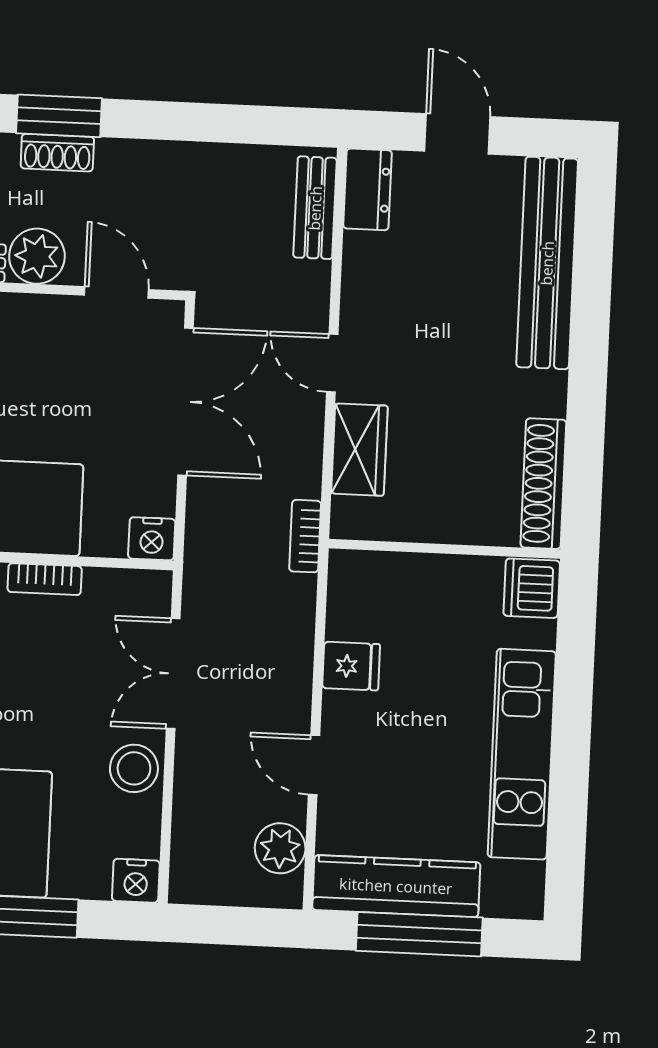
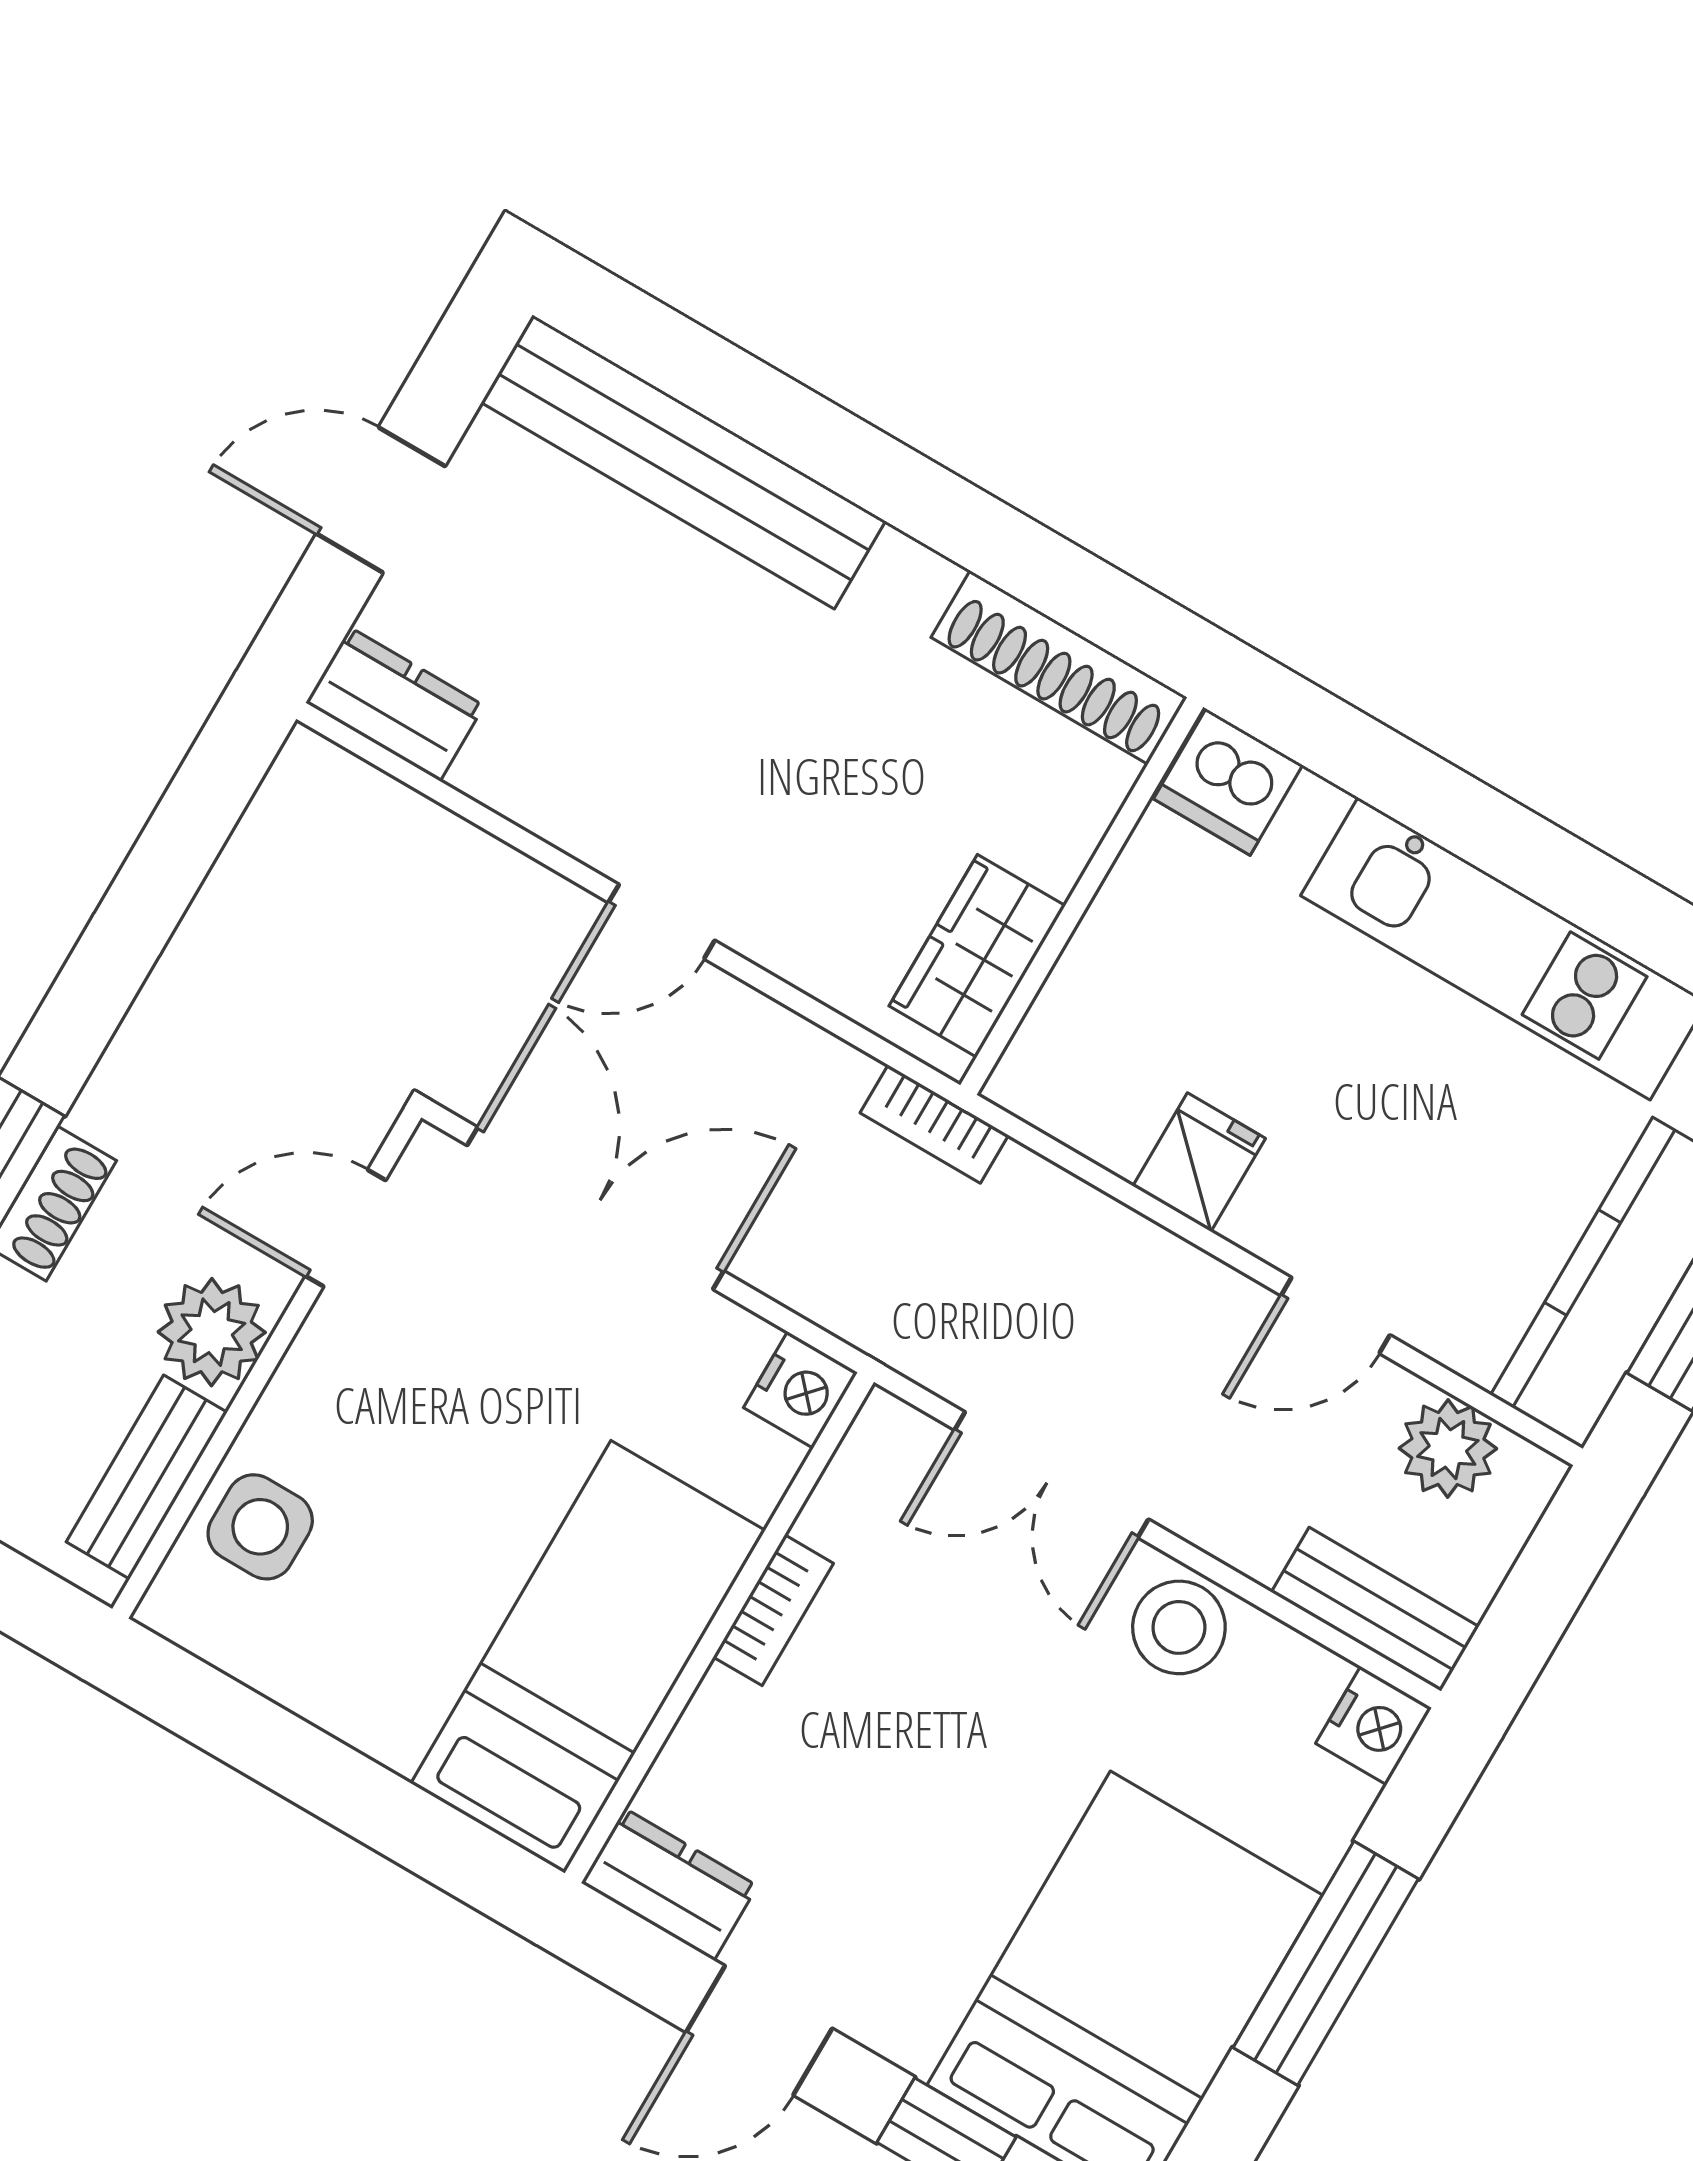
bench: (315, 208) -> (1375, 1609), moved
wardrobe: (359, 450) -> (977, 956), moved, turned -90

